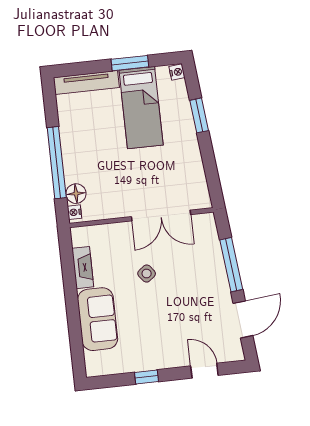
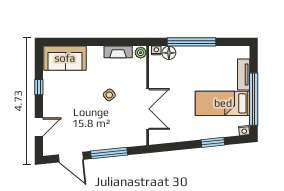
window: (130, 63) -> (254, 99), width x2.11
tv unit: (86, 82) -> (244, 75), width x0.71
double door: (161, 216) -> (148, 109), swing flipped
plant: (80, 235) -> (141, 53), added
sofa: (98, 319) -> (65, 58), moved

